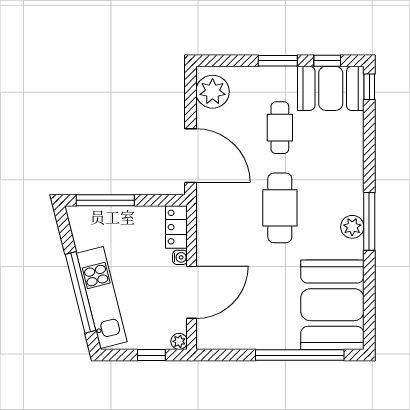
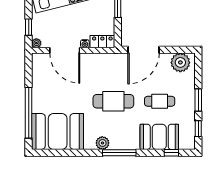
window: (369, 87) -> (171, 153), moved
booth: (331, 88) -> (159, 137), moved, turned 90
window: (369, 221) -> (119, 153), moved

